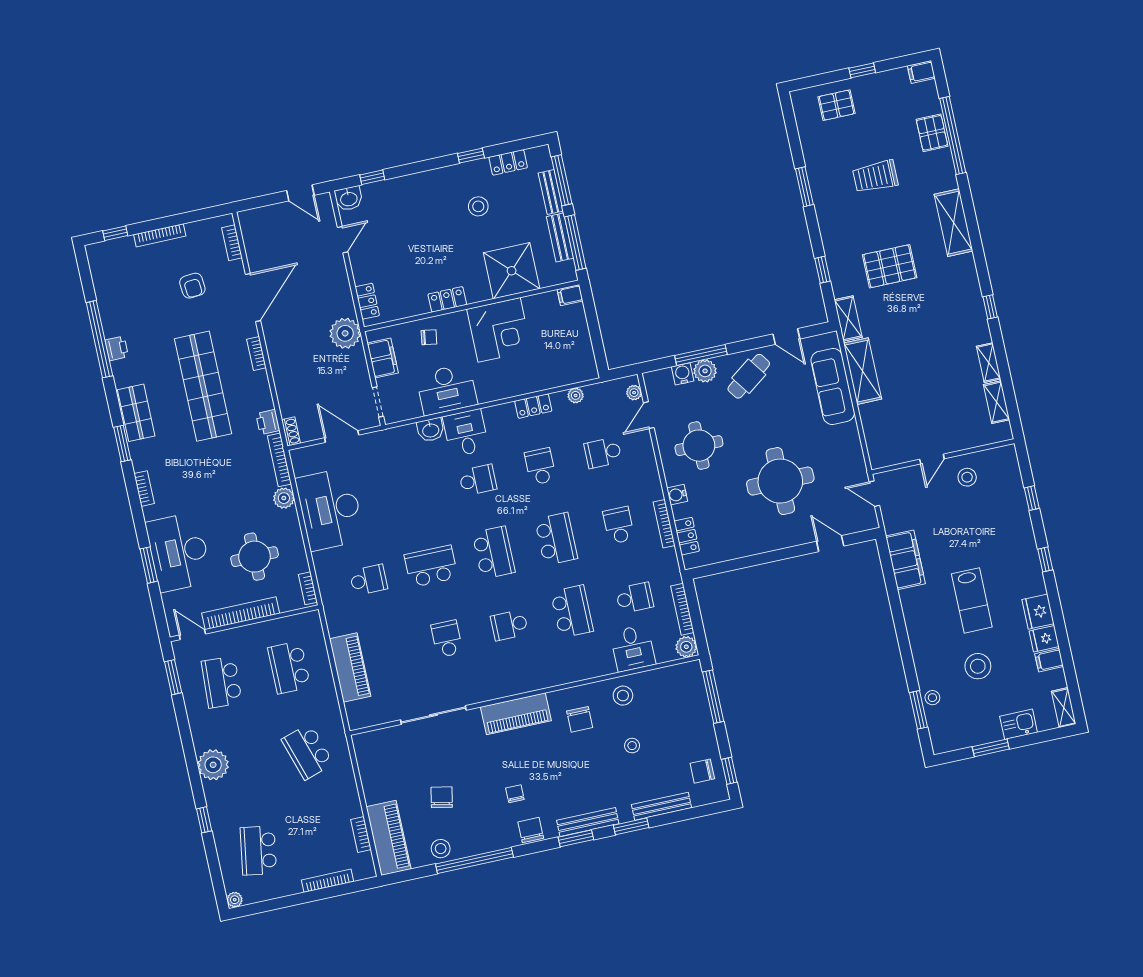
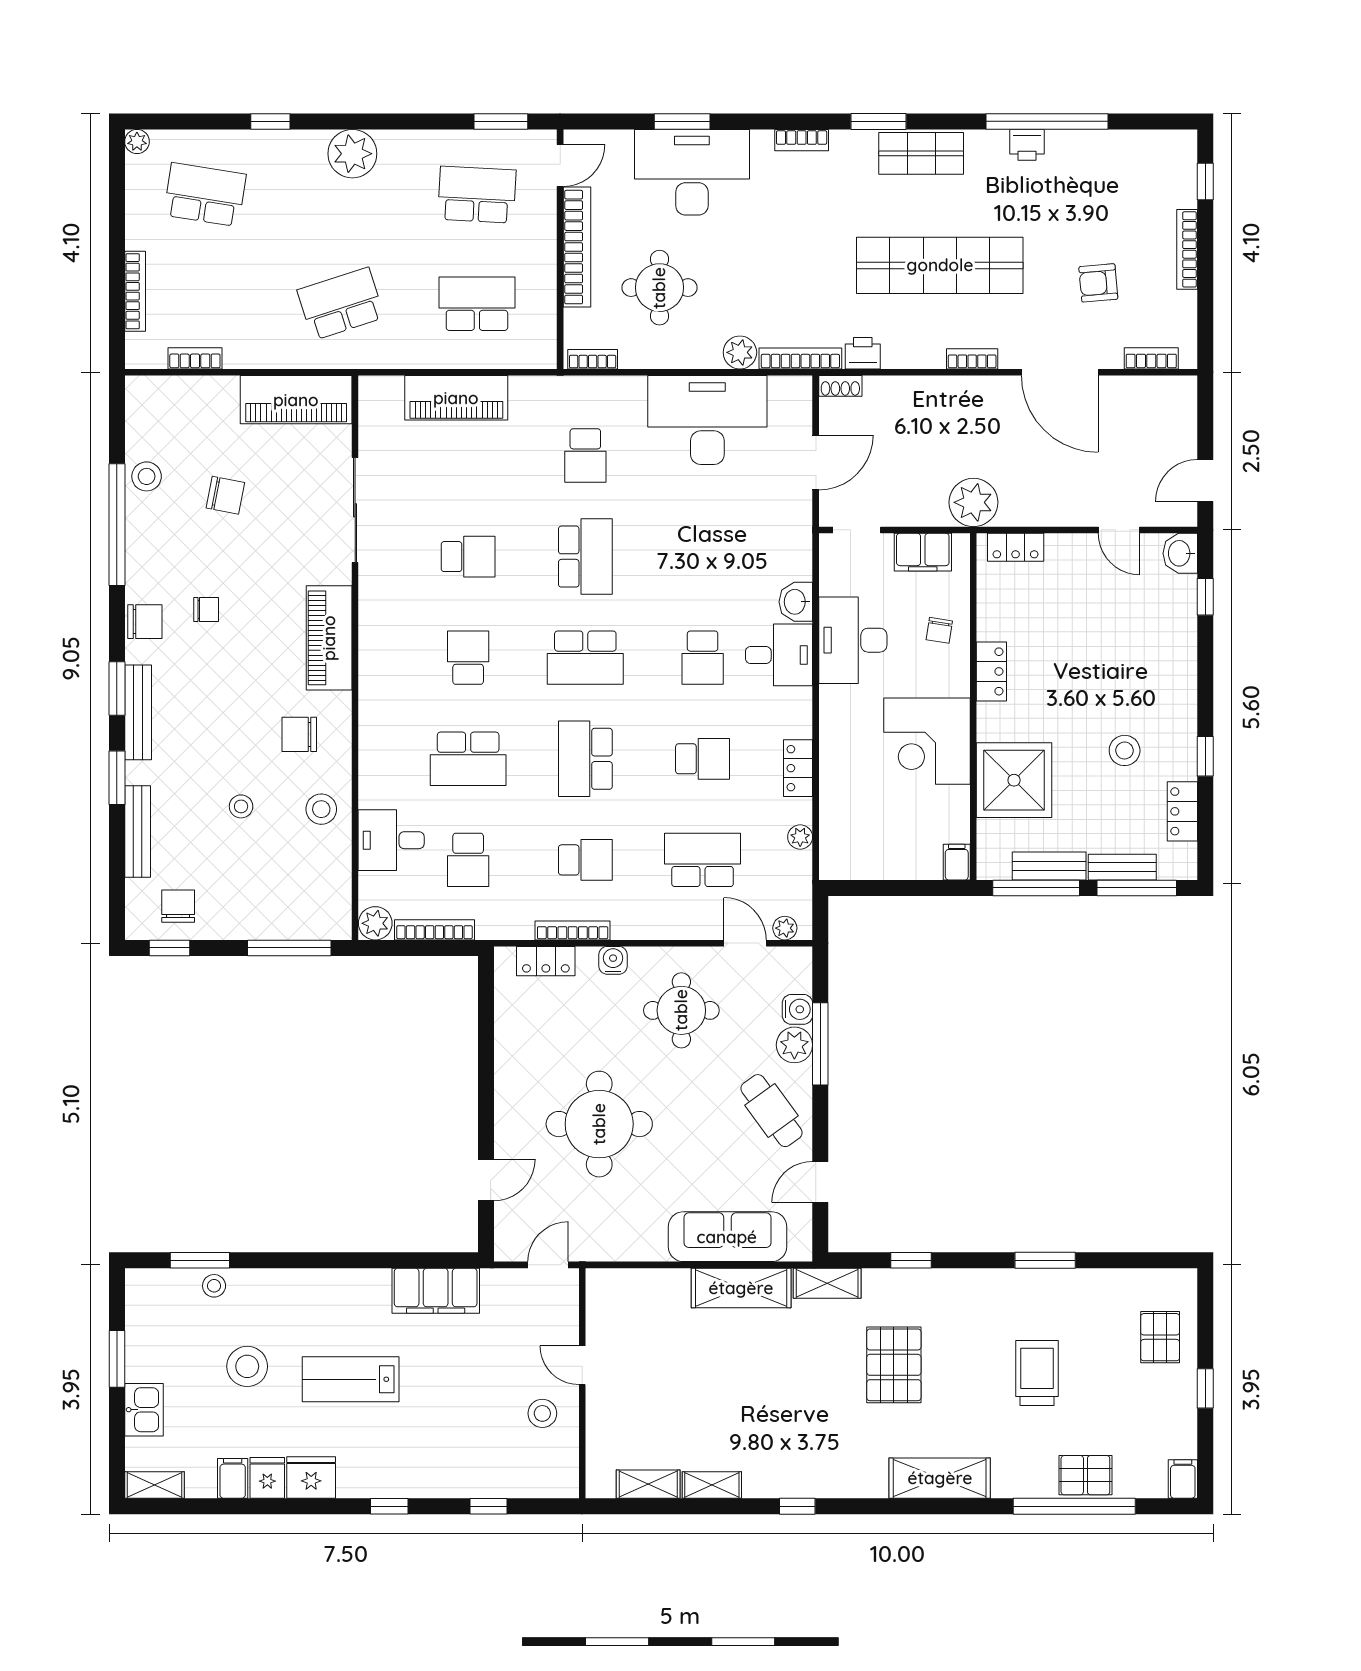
school desk: (603, 453) -> (703, 860), width x1.85
school desk: (556, 539) -> (585, 759), turned 90
piano: (388, 838) -> (296, 400), moved

